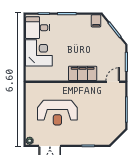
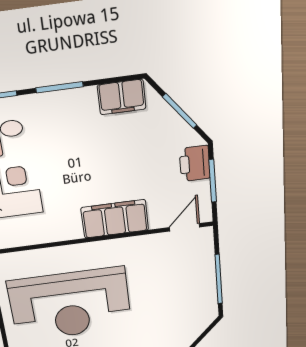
filing cabinet: (96, 21) -> (122, 97), width x2.00
printer: (119, 53) -> (195, 163), added
reception desk: (57, 113) -> (70, 305), width x1.36, depth x1.30

